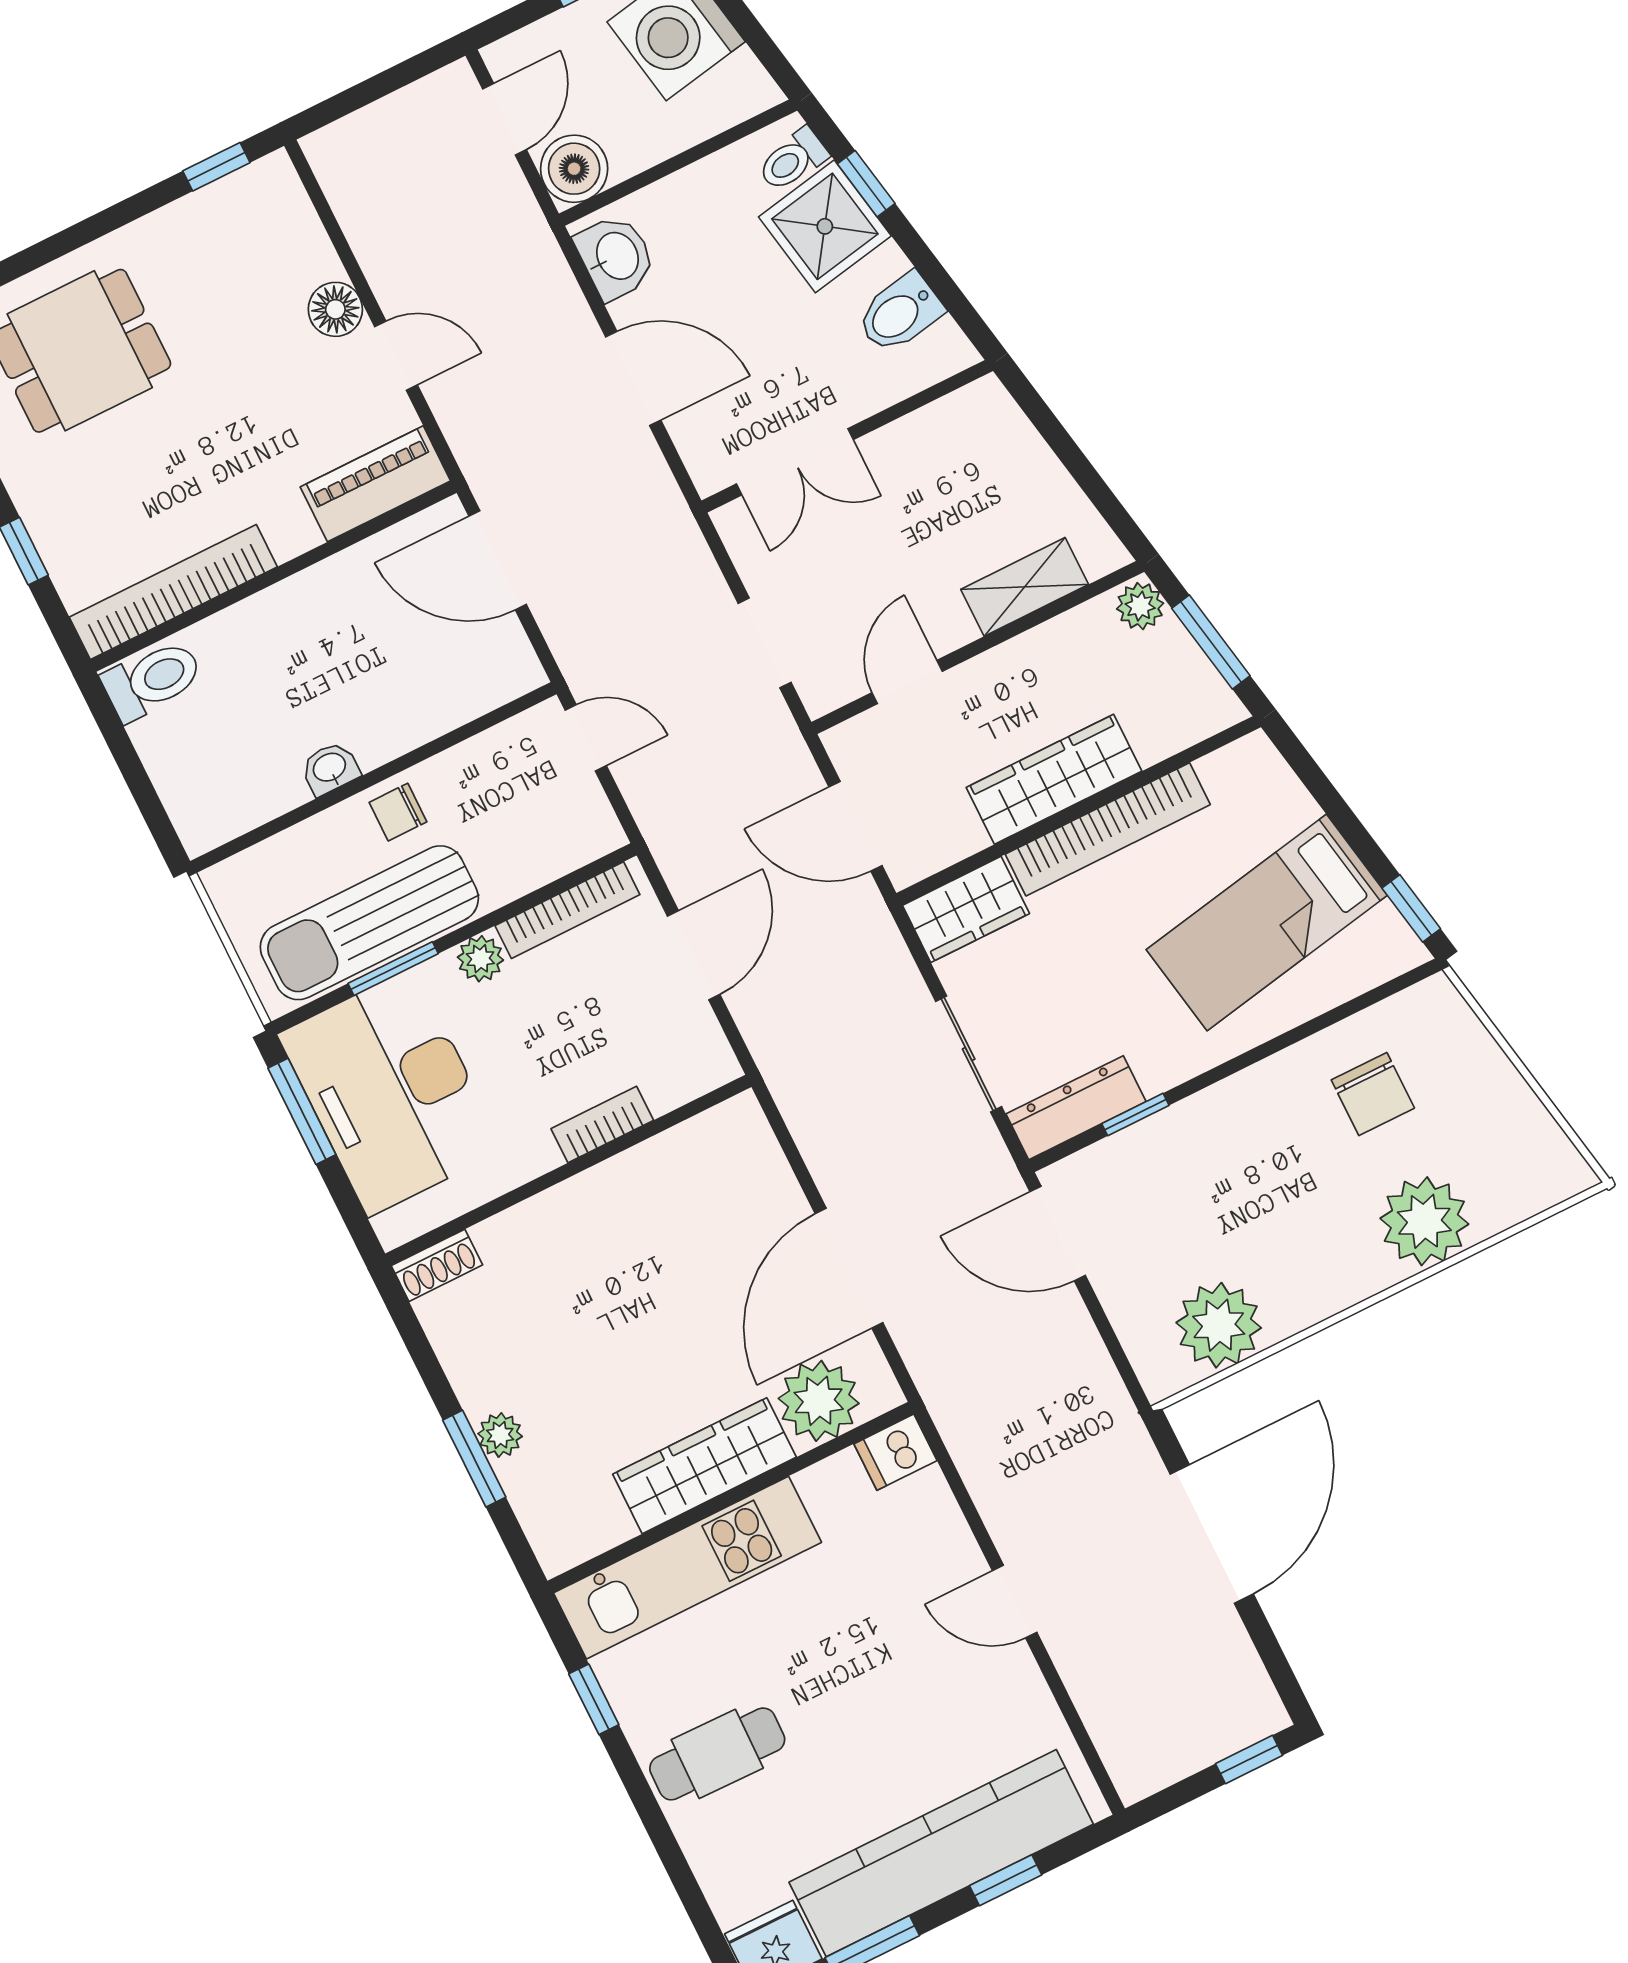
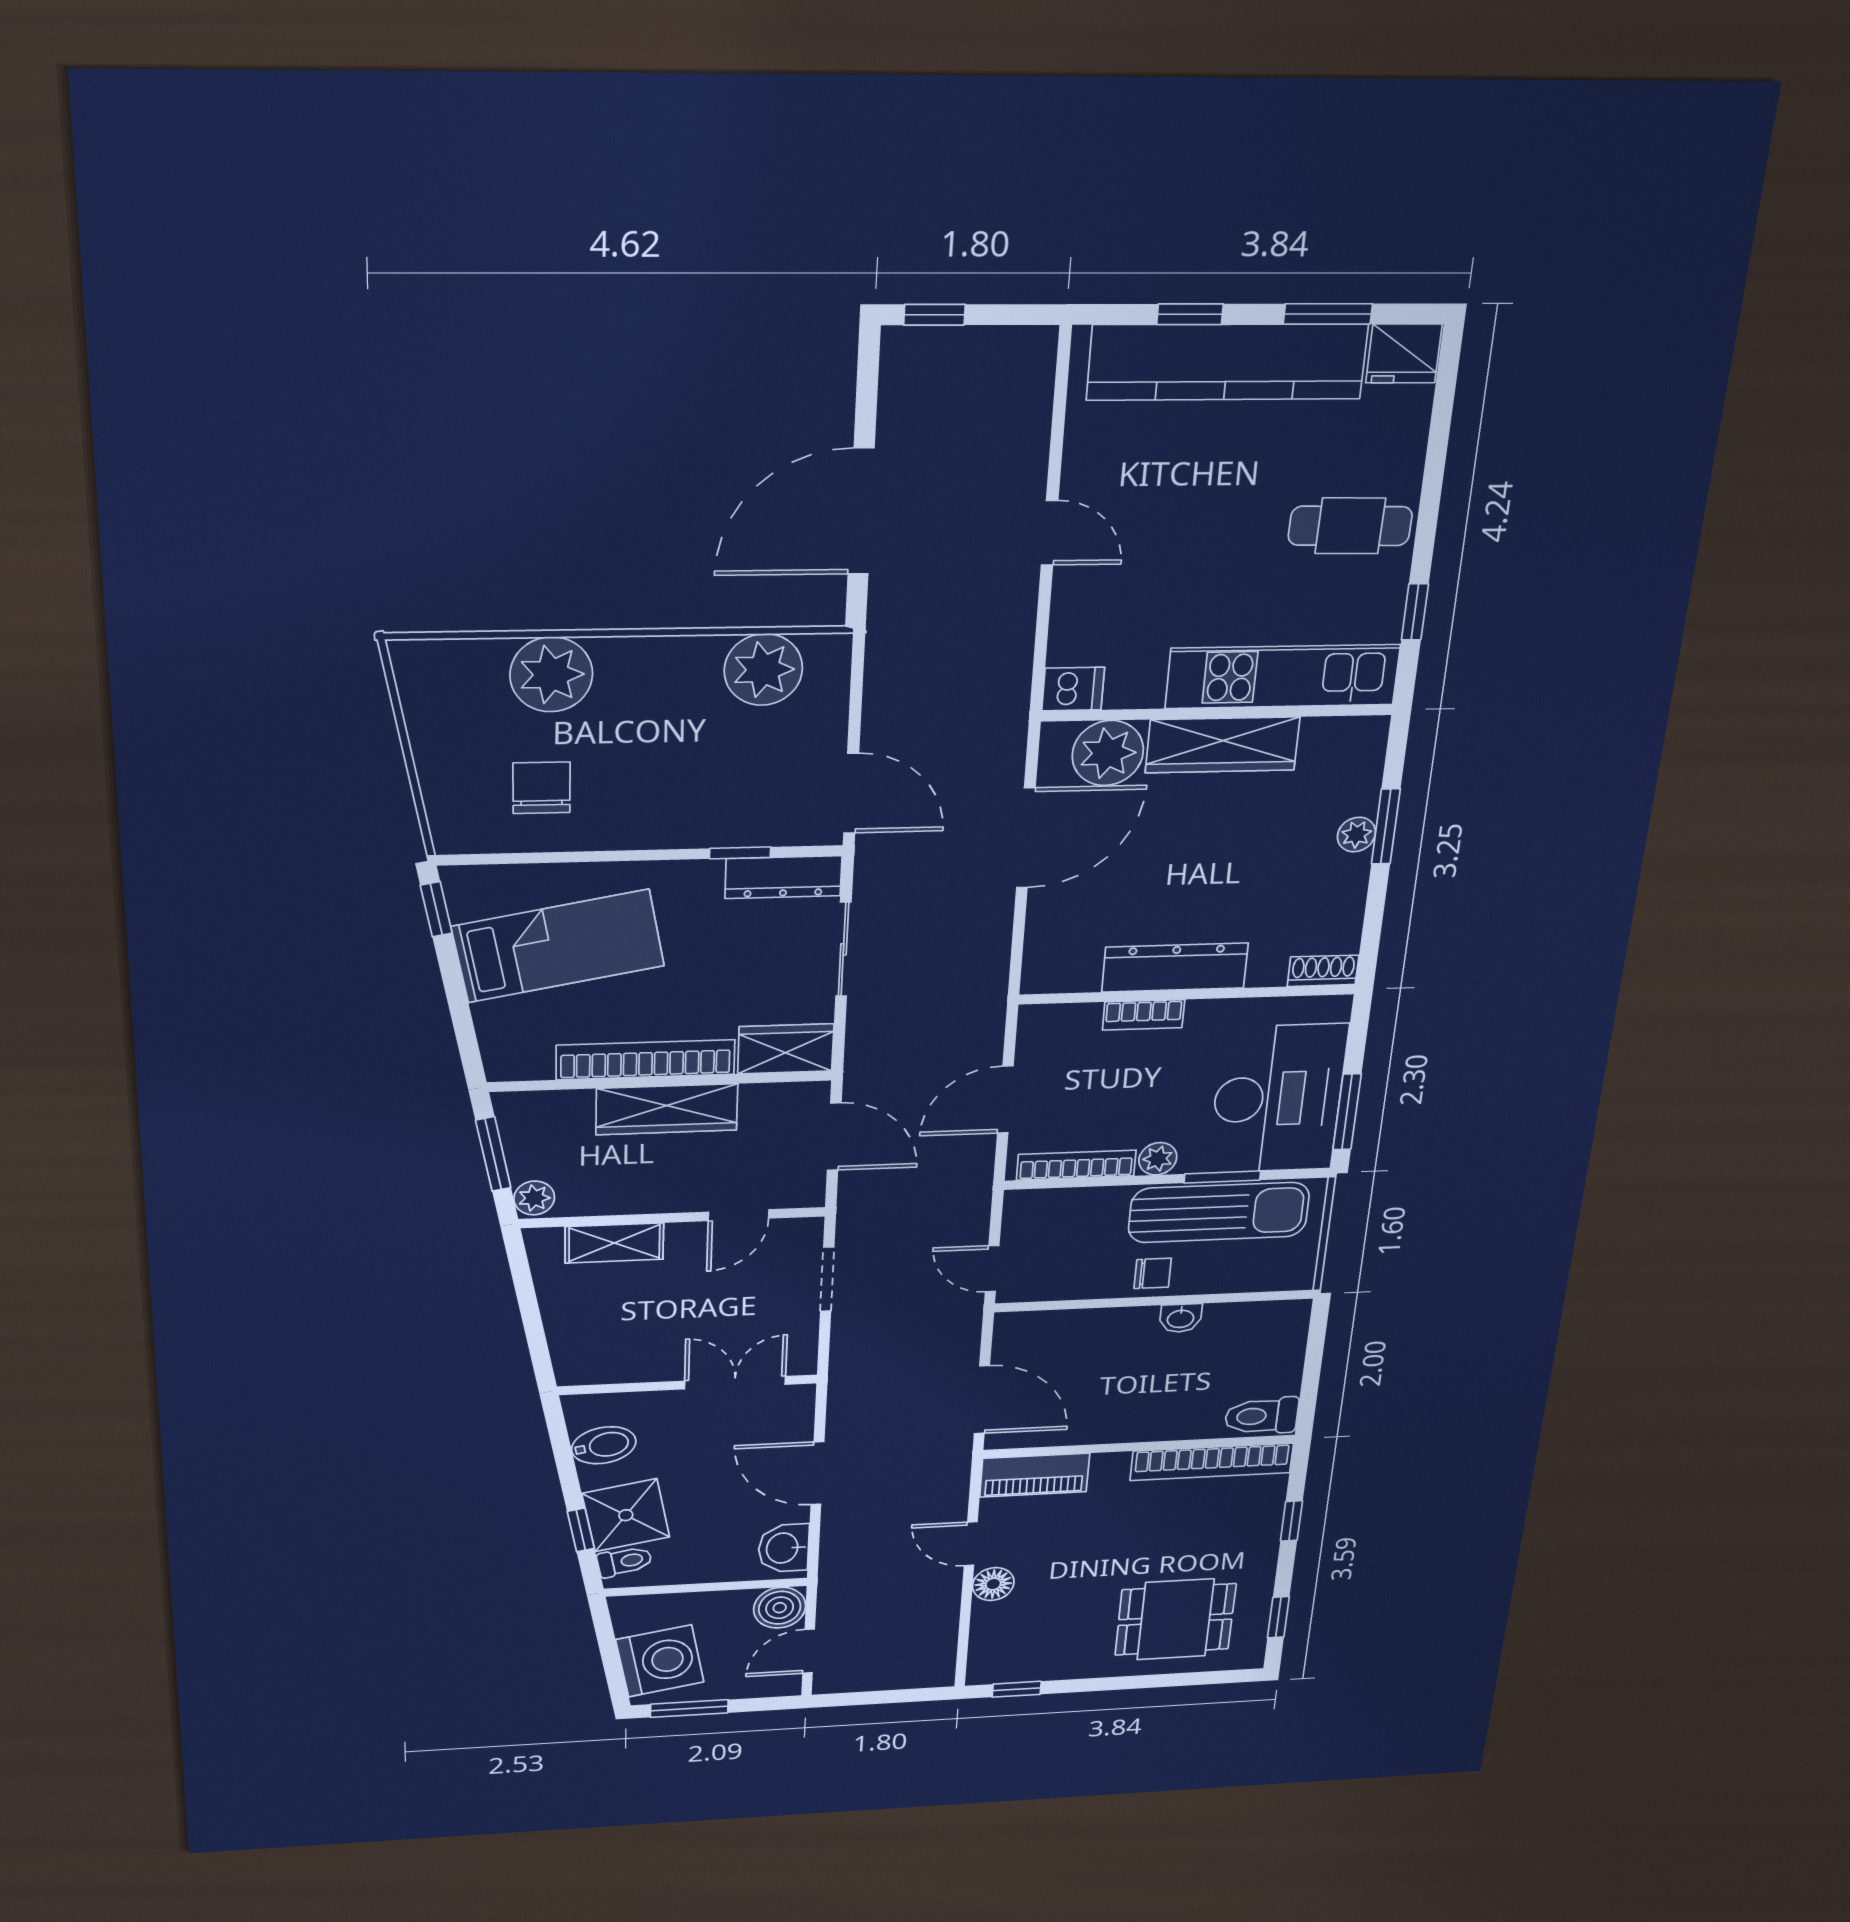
dresser: (602, 1195) -> (1175, 968), added

